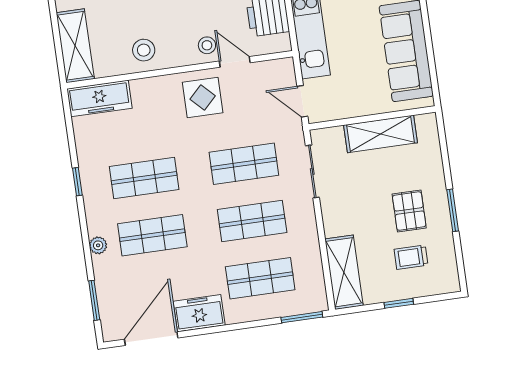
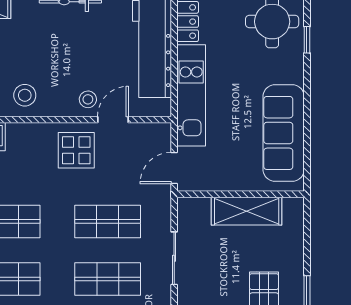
door: (235, 62) -> (113, 120), hinge flipped
door: (302, 101) -> (174, 168), hinge flipped
sliding door: (312, 171) -> (174, 258), moved

